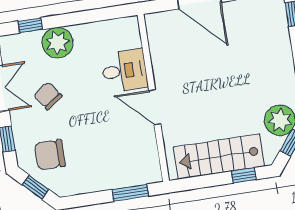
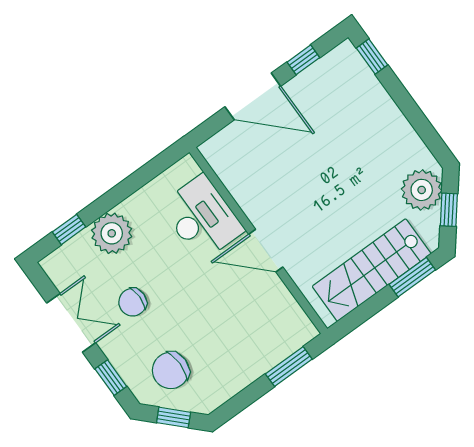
desk: (124, 71) -> (202, 218), width x1.37
chair: (48, 96) -> (133, 302), turned -54
window: (244, 175) -> (412, 277), width x1.50

